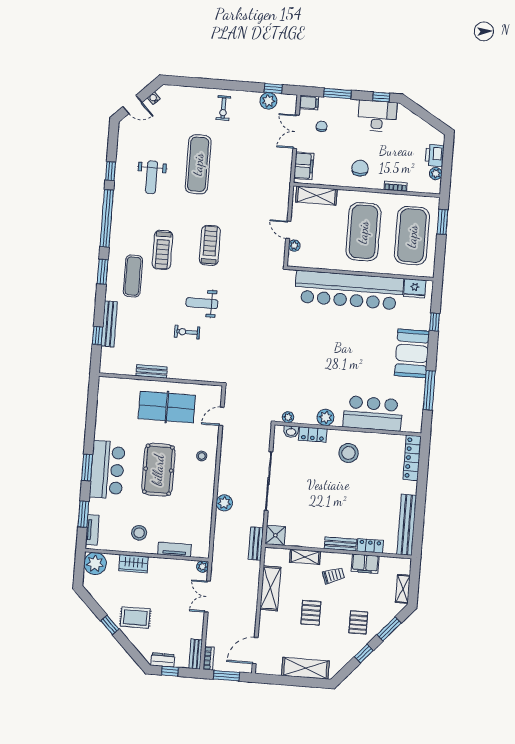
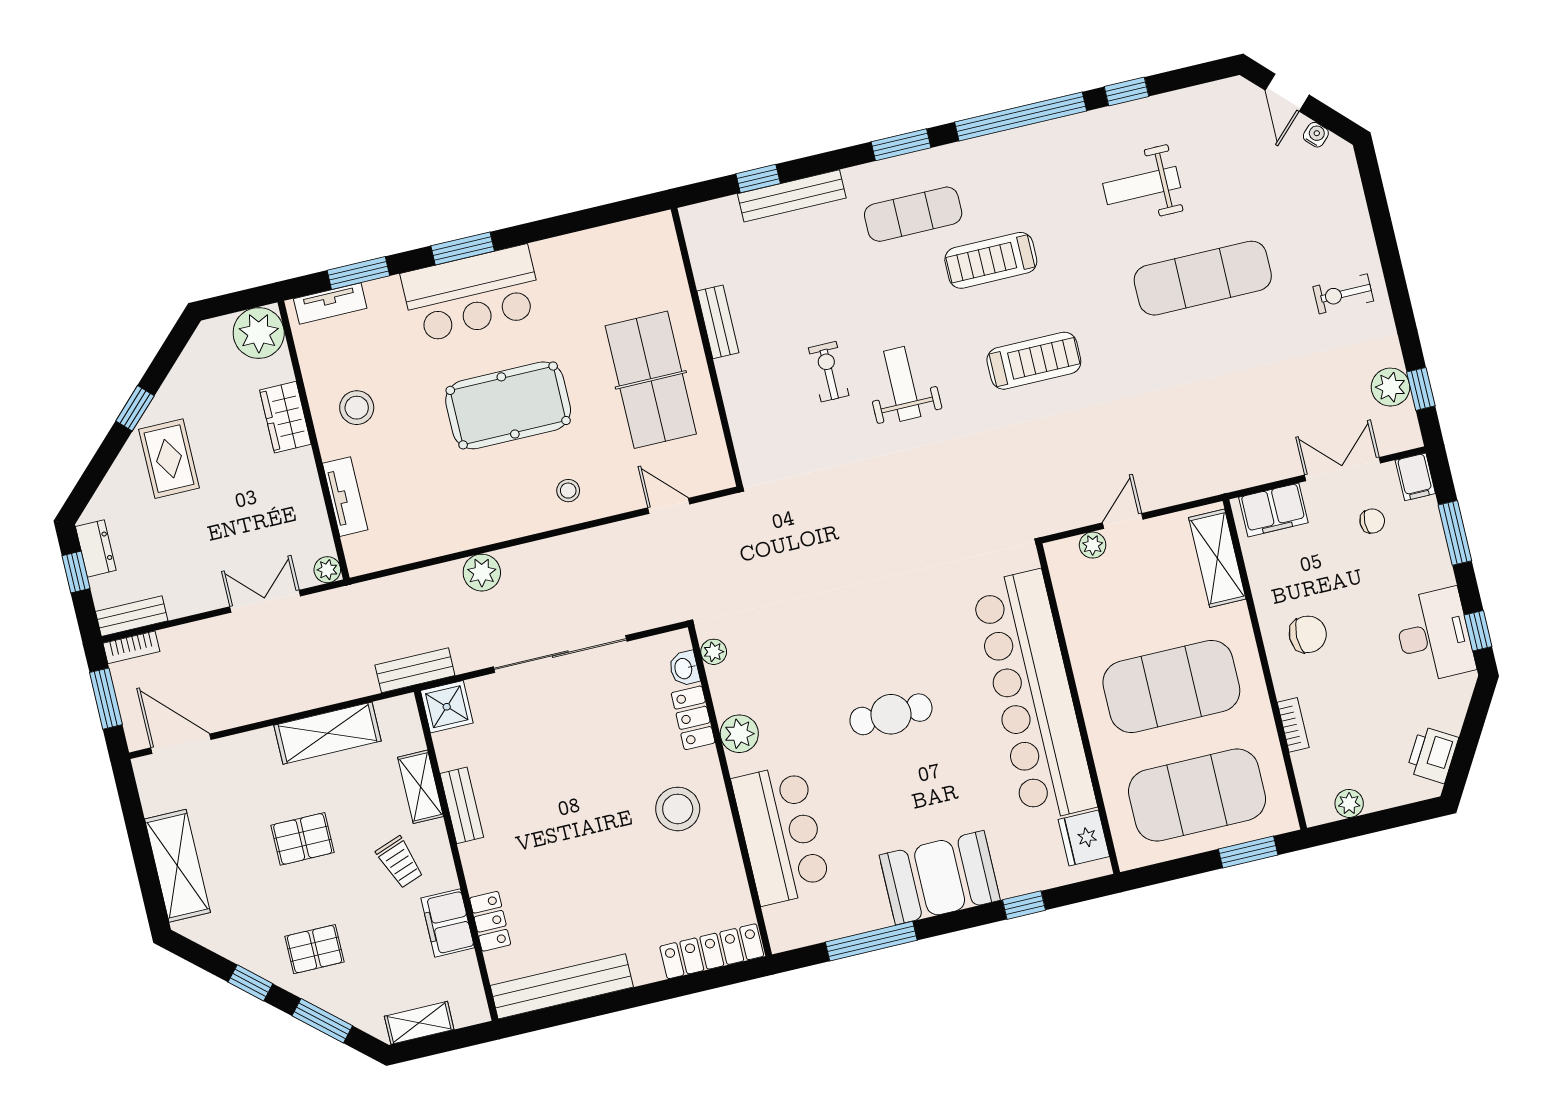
printer: (435, 155) -> (1432, 755), moved, turned -59
cafe table: (338, 352) -> (891, 714), added
bench: (340, 544) -> (462, 805), moved

